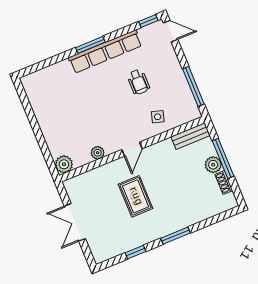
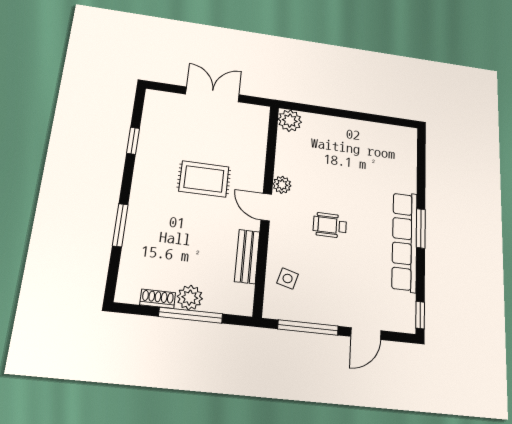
door: (171, 31) -> (366, 334), moved
wheelchair: (138, 82) -> (330, 225), moved
side table: (158, 117) -> (288, 278), moved
bench: (191, 136) -> (247, 257), moved
plant: (98, 153) -> (282, 185), moved
window: (175, 236) -> (120, 225), moved

